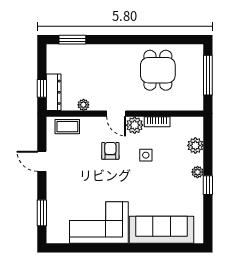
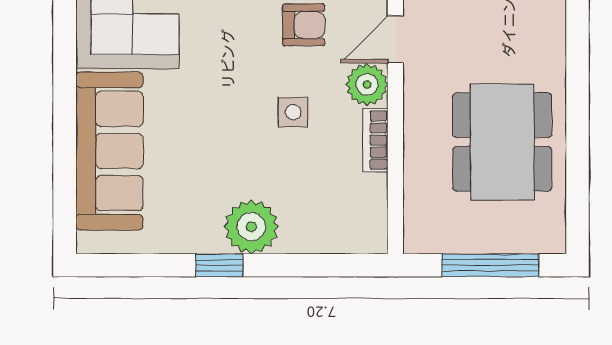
dining table: (158, 70) -> (502, 142), width x1.38
plant: (195, 145) -> (317, 234), removed
plant: (197, 172) -> (251, 227), width x1.88, depth x1.88

